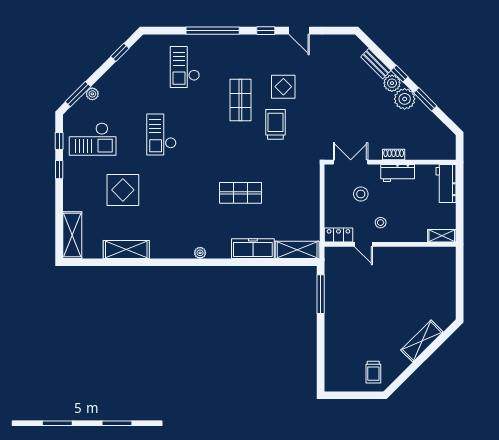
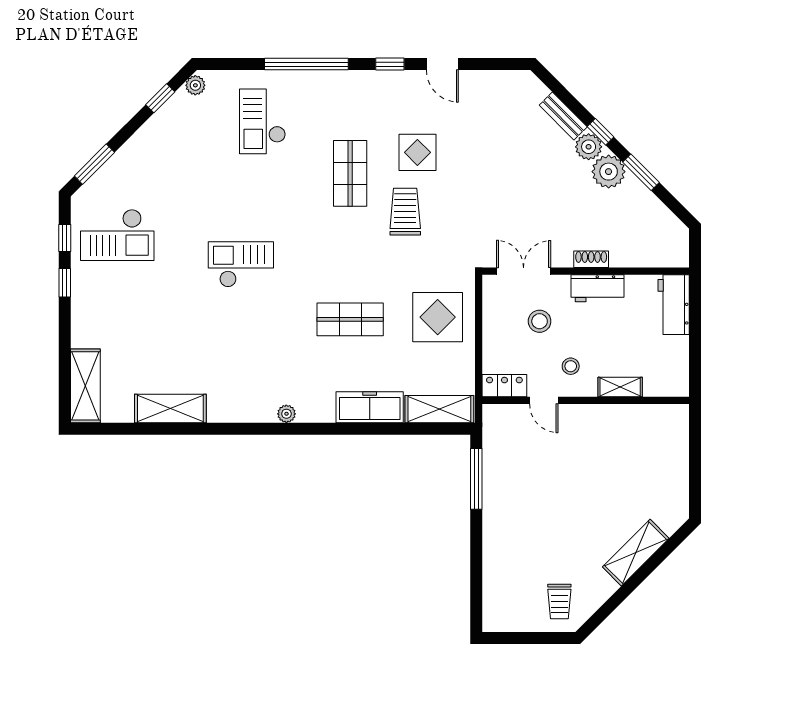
plant: (92, 94) -> (195, 85), moved
checkout: (161, 135) -> (241, 264), moved, turned 90
display table: (123, 190) -> (438, 317), moved
shelving: (442, 236) -> (620, 387), moved

